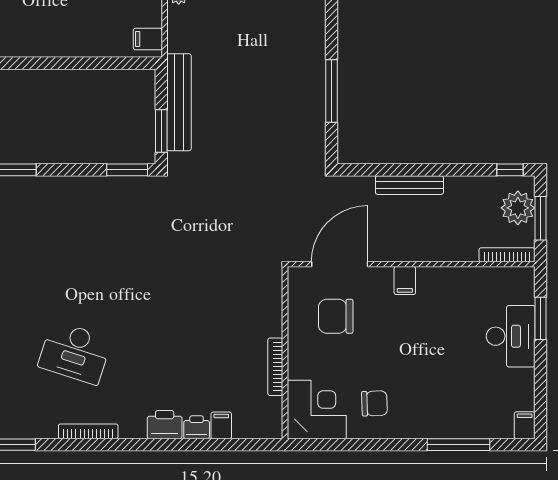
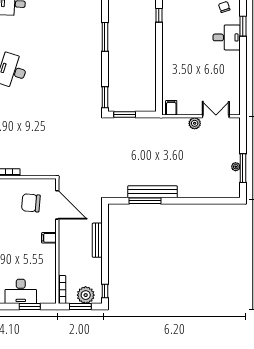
bench: (179, 102) -> (152, 192), moved
chair: (336, 316) -> (31, 203), turned -85

